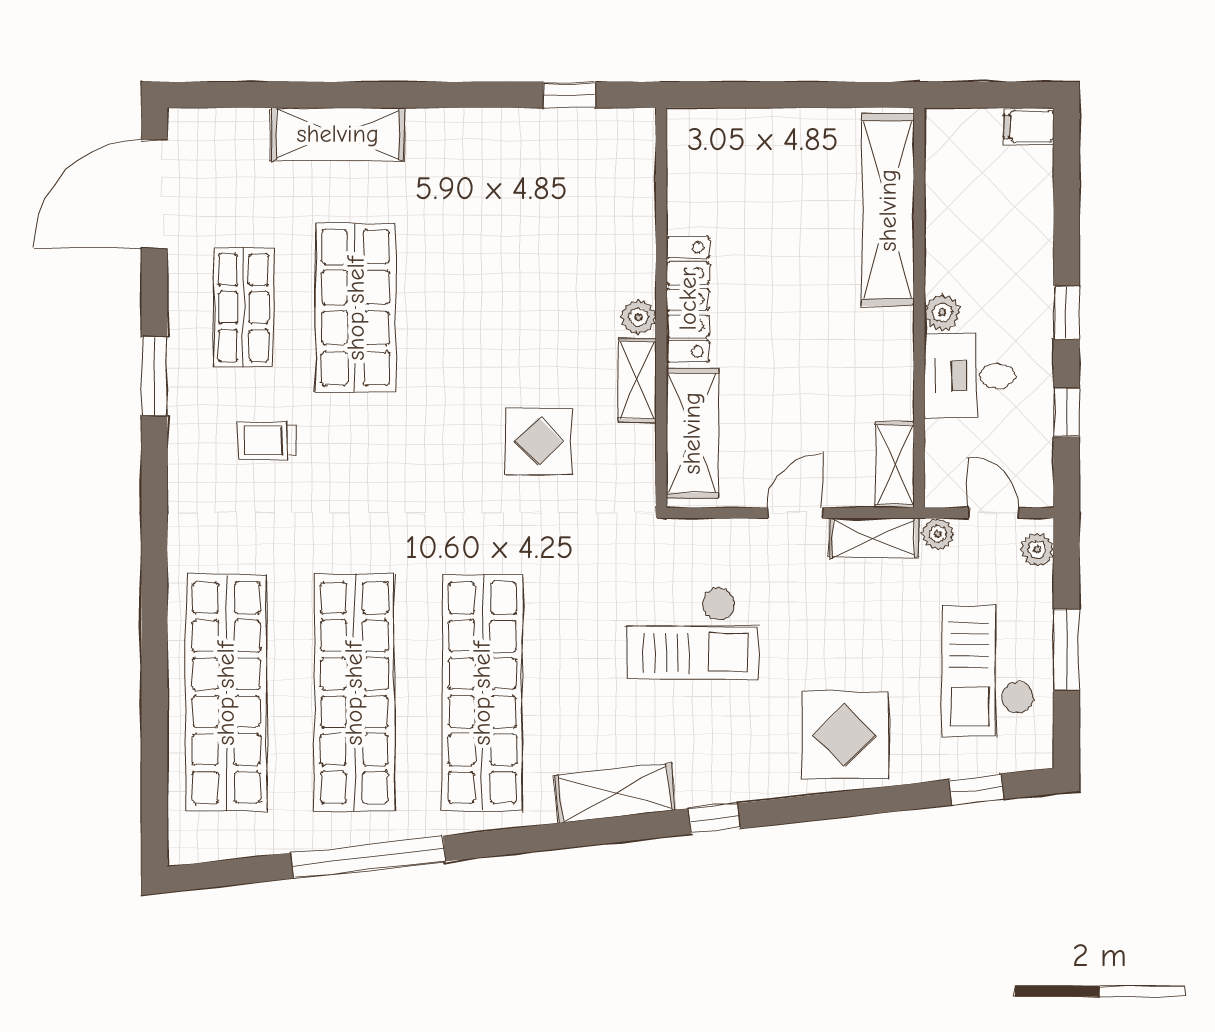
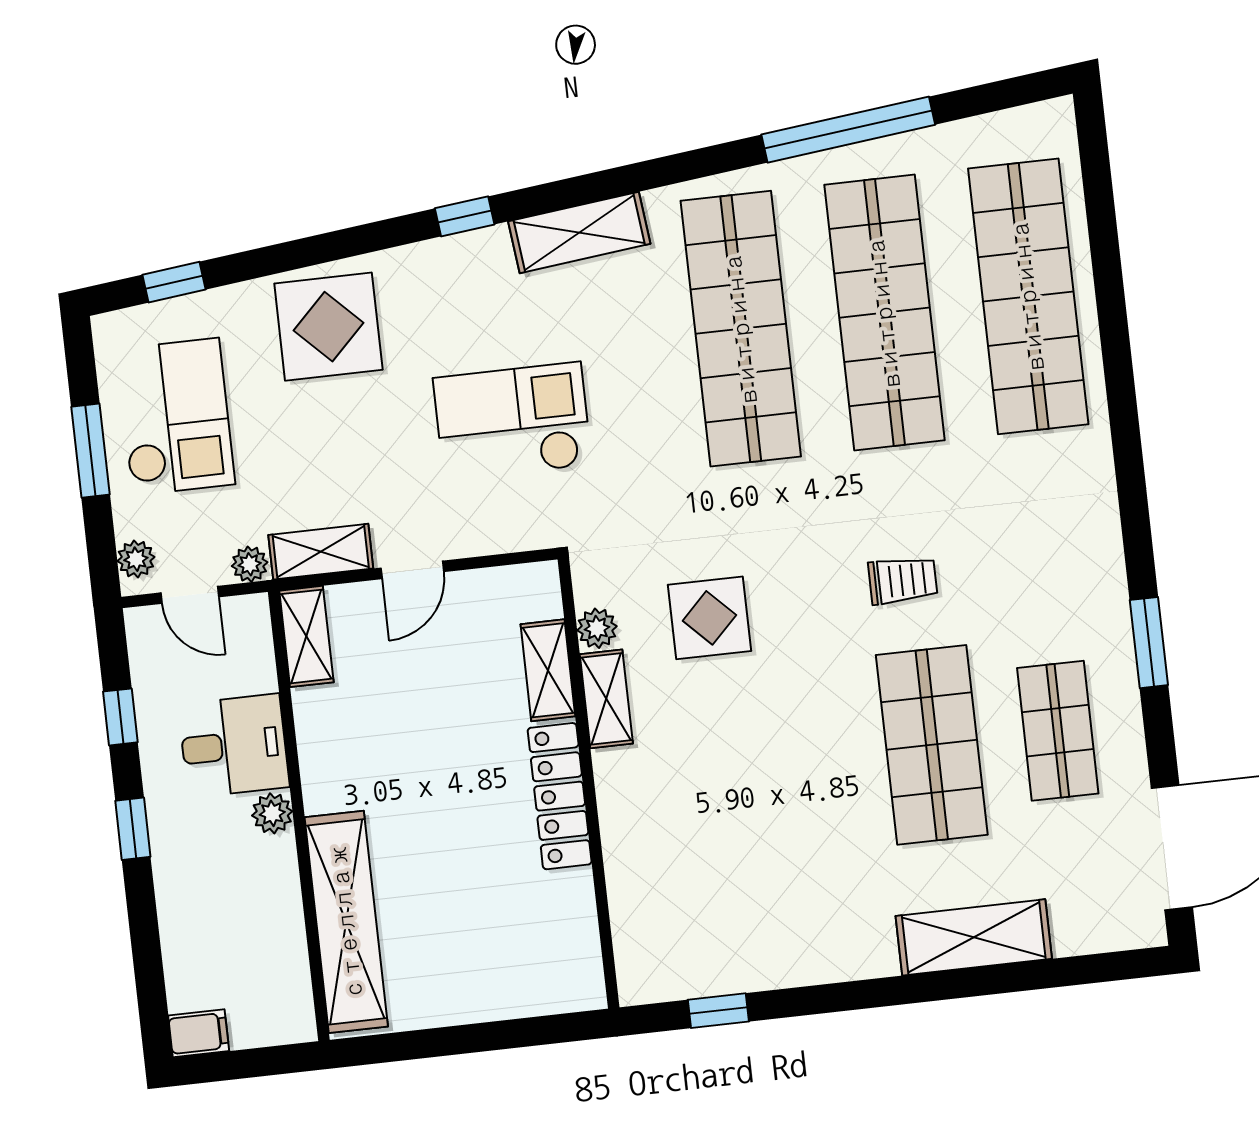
plant: (638, 317) -> (597, 628), moved
shelving: (692, 433) -> (548, 670), width x0.67, depth x0.75
trolley: (267, 441) -> (903, 580), moved

